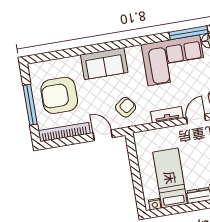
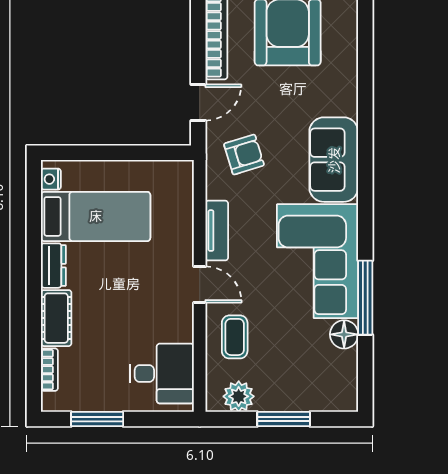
sofa: (104, 64) -> (334, 160), moved
armchair: (126, 107) -> (244, 155), turned -70

